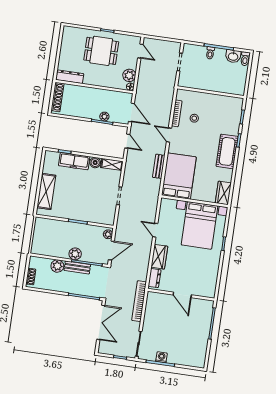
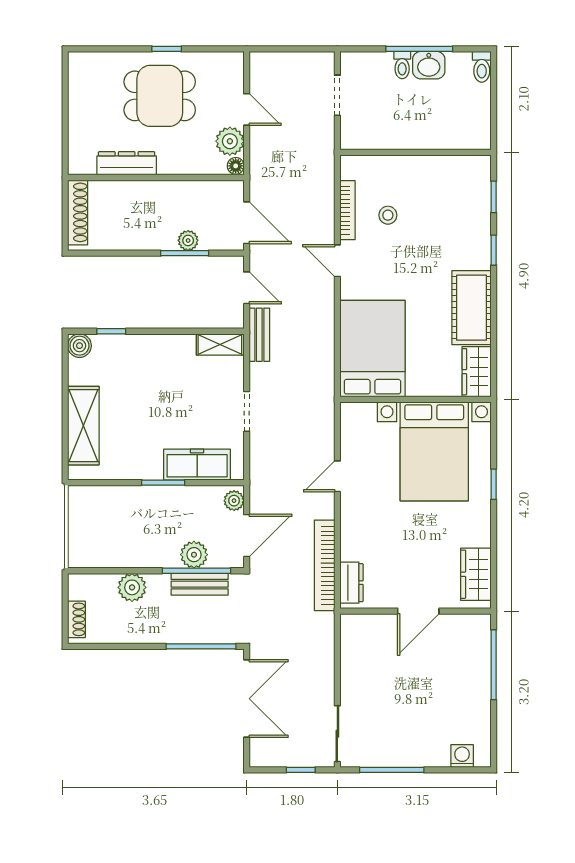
door: (140, 51) -> (247, 109), moved
washbasin: (233, 56) -> (429, 65), moved
dresser: (70, 77) -> (127, 163), moved
cot: (227, 151) -> (472, 308), moved
freezer: (74, 161) -> (197, 465), moved, turned 180
boiler: (95, 163) -> (79, 346), moved
bench: (159, 166) -> (259, 335), moved
door: (155, 230) -> (337, 476), hinge flipped
plant: (75, 254) -> (194, 555), moved
wardrobe: (159, 257) -> (476, 574), moved, turned 180
bench: (77, 267) -> (200, 584), moved
door: (182, 295) -> (418, 611), hinge flipped
bookcase: (139, 301) -> (325, 565), moved
washing machine: (162, 357) -> (462, 756), moved

